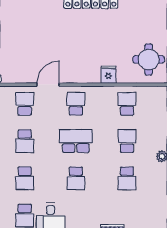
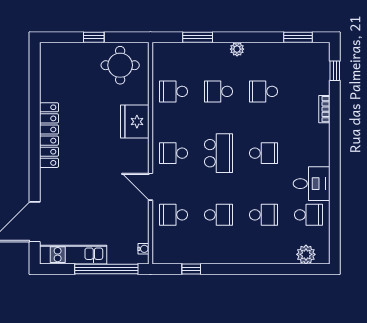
fridge: (108, 75) -> (135, 122), width x1.88, depth x1.34
school desk: (76, 141) -> (219, 153), turned 180
school desk: (127, 178) -> (263, 91), turned 180

